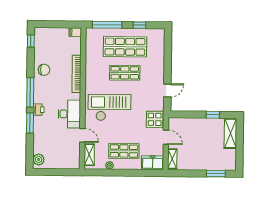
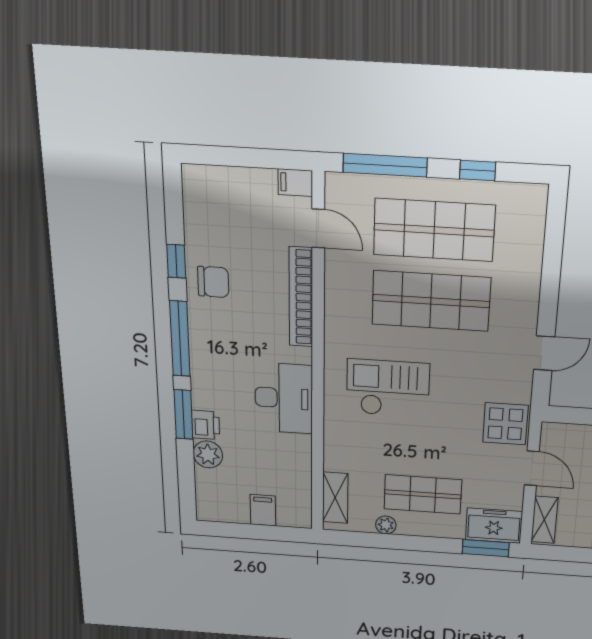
window: (31, 41) -> (176, 261), moved
shop shelf: (125, 73) -> (431, 301), width x1.43, depth x1.36
checkout: (109, 108) -> (388, 388), width x0.73, depth x0.83
printer: (39, 110) -> (206, 425), moved
door: (82, 135) -> (318, 228), moved
plant: (39, 160) -> (208, 454), moved
filing cabinet: (60, 162) -> (263, 510), added
window: (150, 173) -> (486, 548), added

